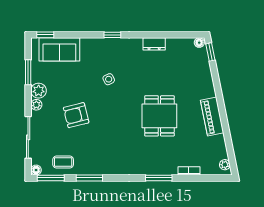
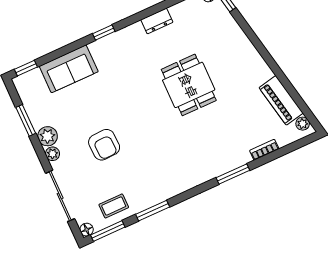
sofa: (59, 49) -> (69, 69), moved
side table: (109, 79) -> (123, 86), removed
armchair: (76, 115) -> (104, 145), turned -78
dining table: (159, 116) -> (189, 85), moved
piano: (212, 117) -> (281, 100), moved

